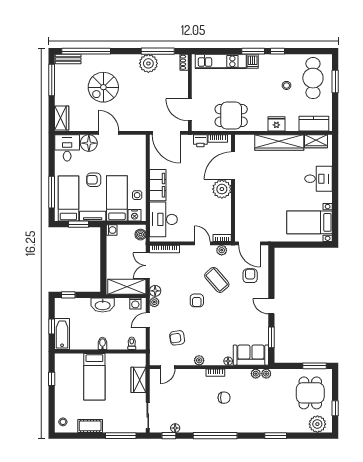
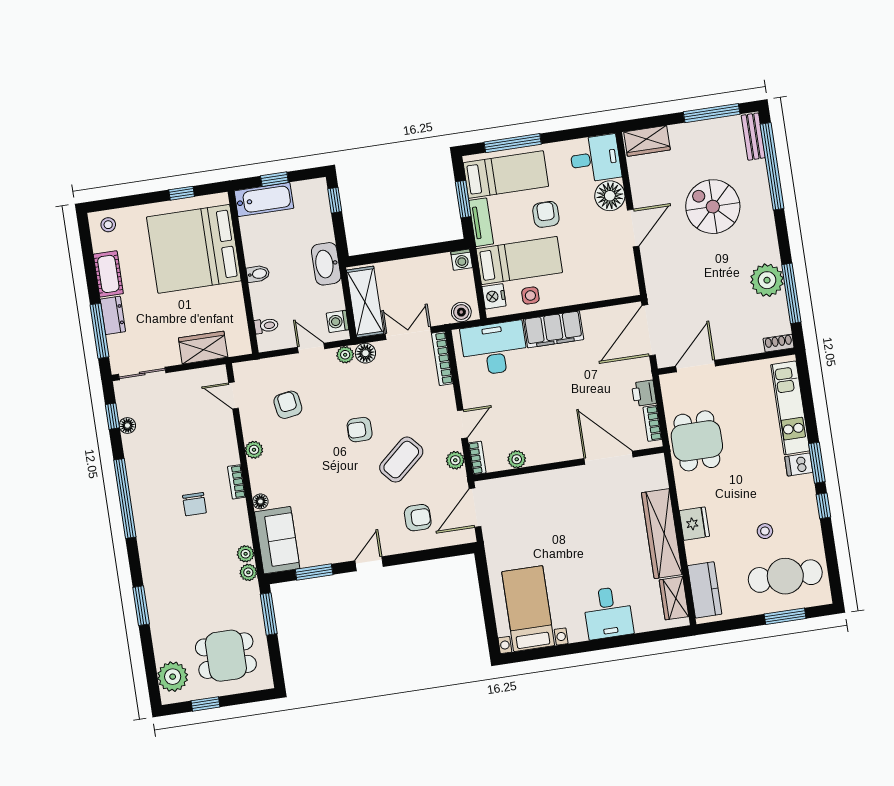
plant: (222, 189) -> (517, 459), moved, width x0.53, depth x0.53
window: (315, 366) -> (269, 614), moved
bed: (94, 377) -> (194, 249), width x2.04
dresser: (113, 427) -> (113, 315), added

